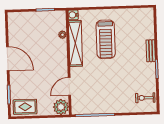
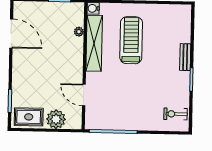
treadmill: (106, 39) -> (131, 40), turned 180
door: (8, 59) -> (11, 33), moved
door: (69, 86) -> (84, 95), hinge flipped
plant: (61, 107) -> (56, 119), moved

